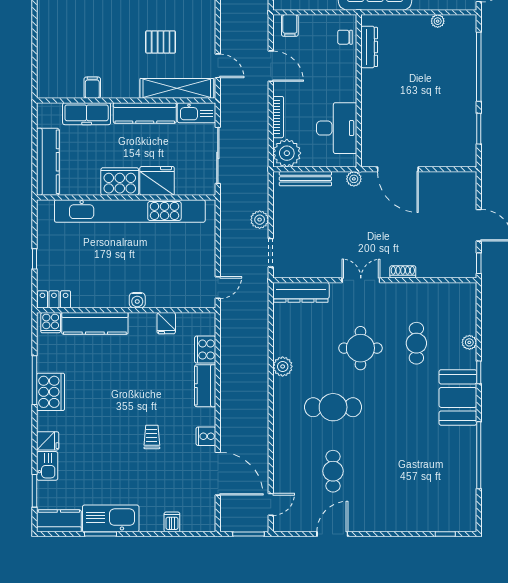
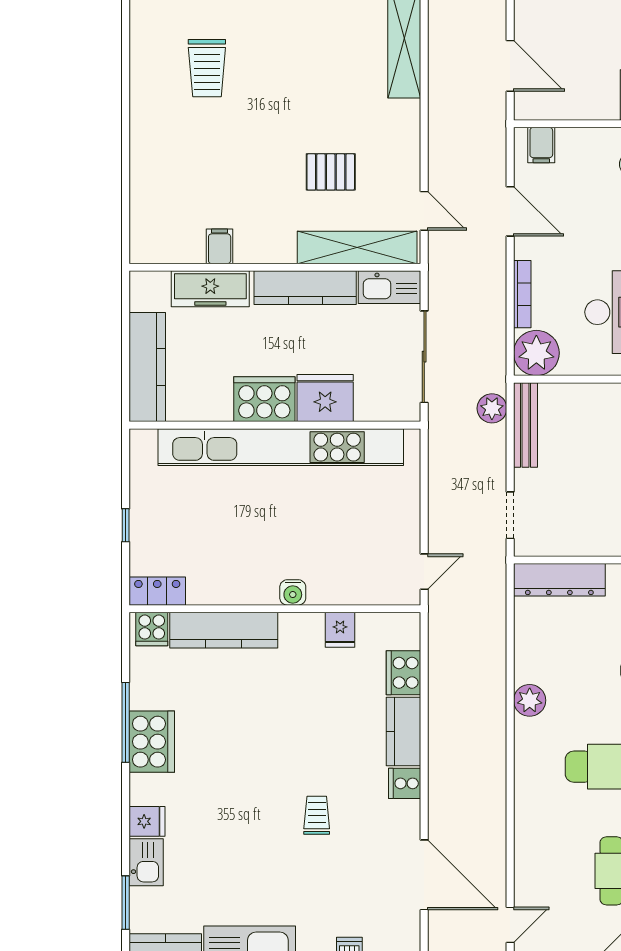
bench: (305, 179) -> (525, 425), moved, turned 90
plant: (260, 220) -> (492, 408), moved
cooker: (206, 436) -> (405, 783), moved

